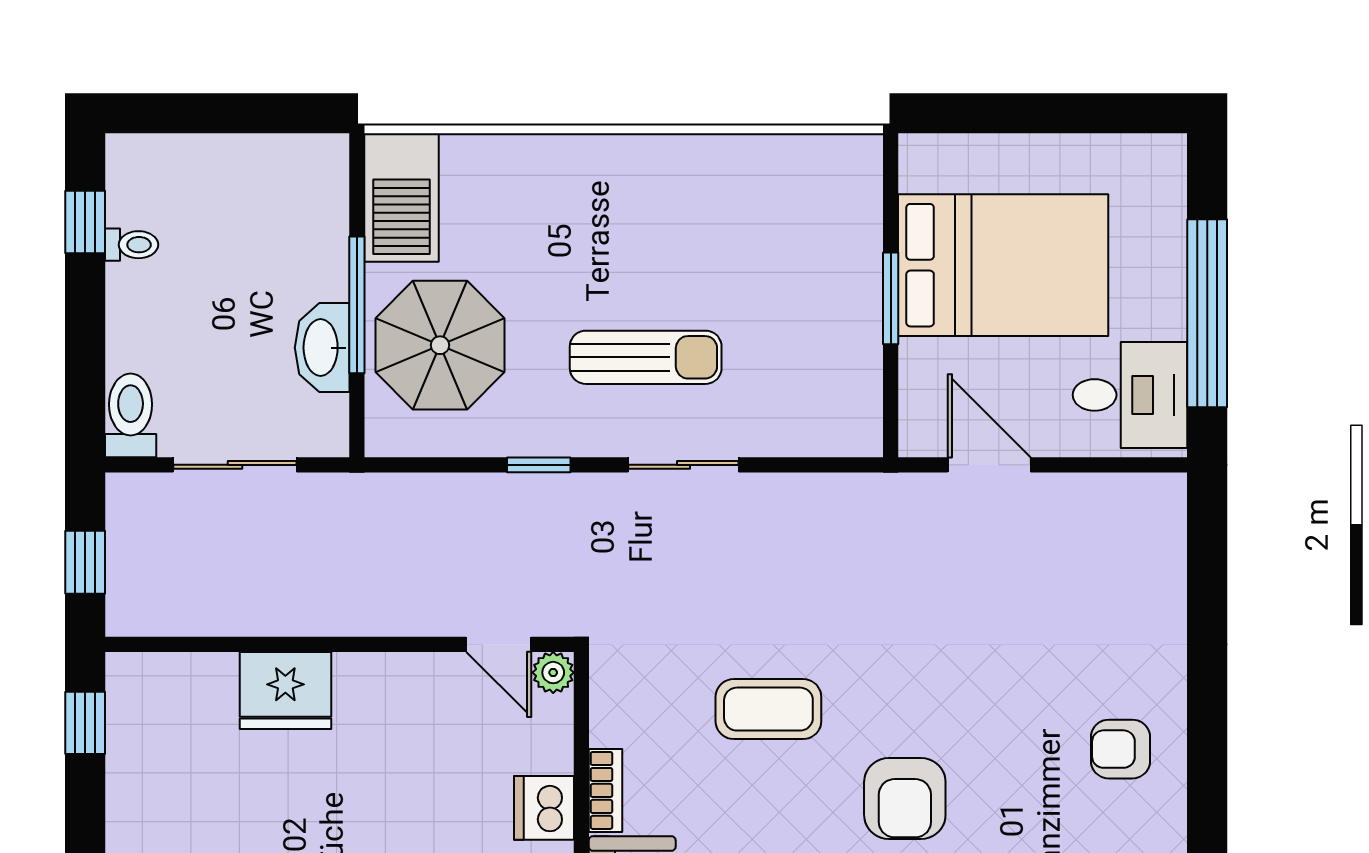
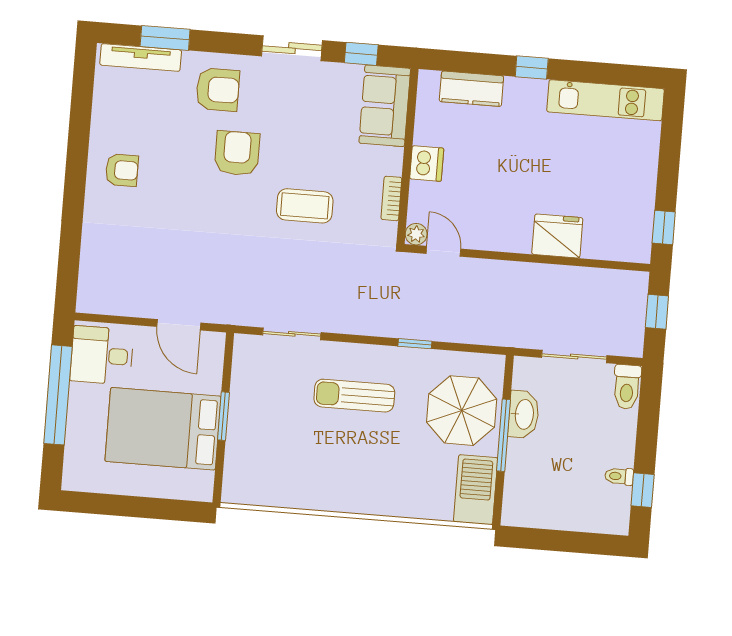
sliding door: (683, 465) -> (292, 334), moved
bookcase: (605, 790) -> (391, 198), moved

